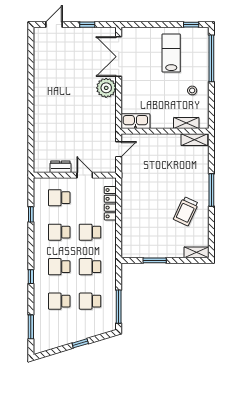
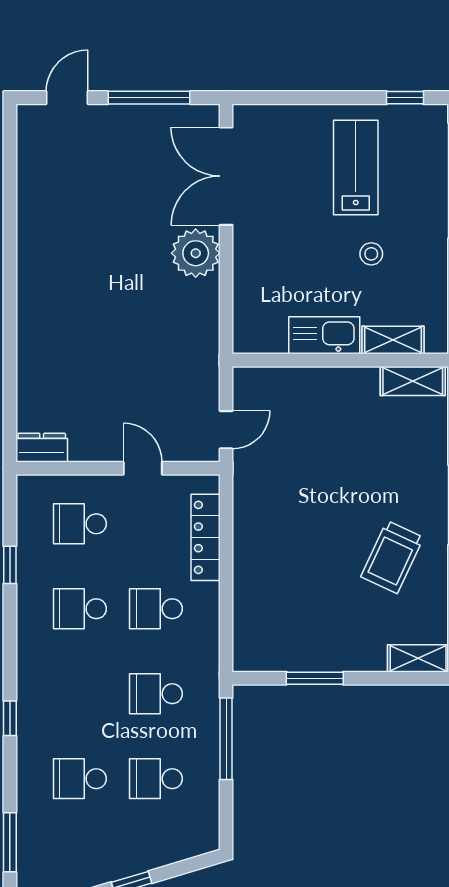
window: (87, 25) -> (149, 98), width x2.17
stool: (192, 90) -> (371, 254), moved
kitchen sink: (135, 121) -> (324, 335), moved
door: (119, 149) -> (226, 430), moved
dresser: (60, 167) -> (42, 448), moved
school desk: (59, 267) -> (80, 694), removed
window: (119, 307) -> (226, 739), moved

